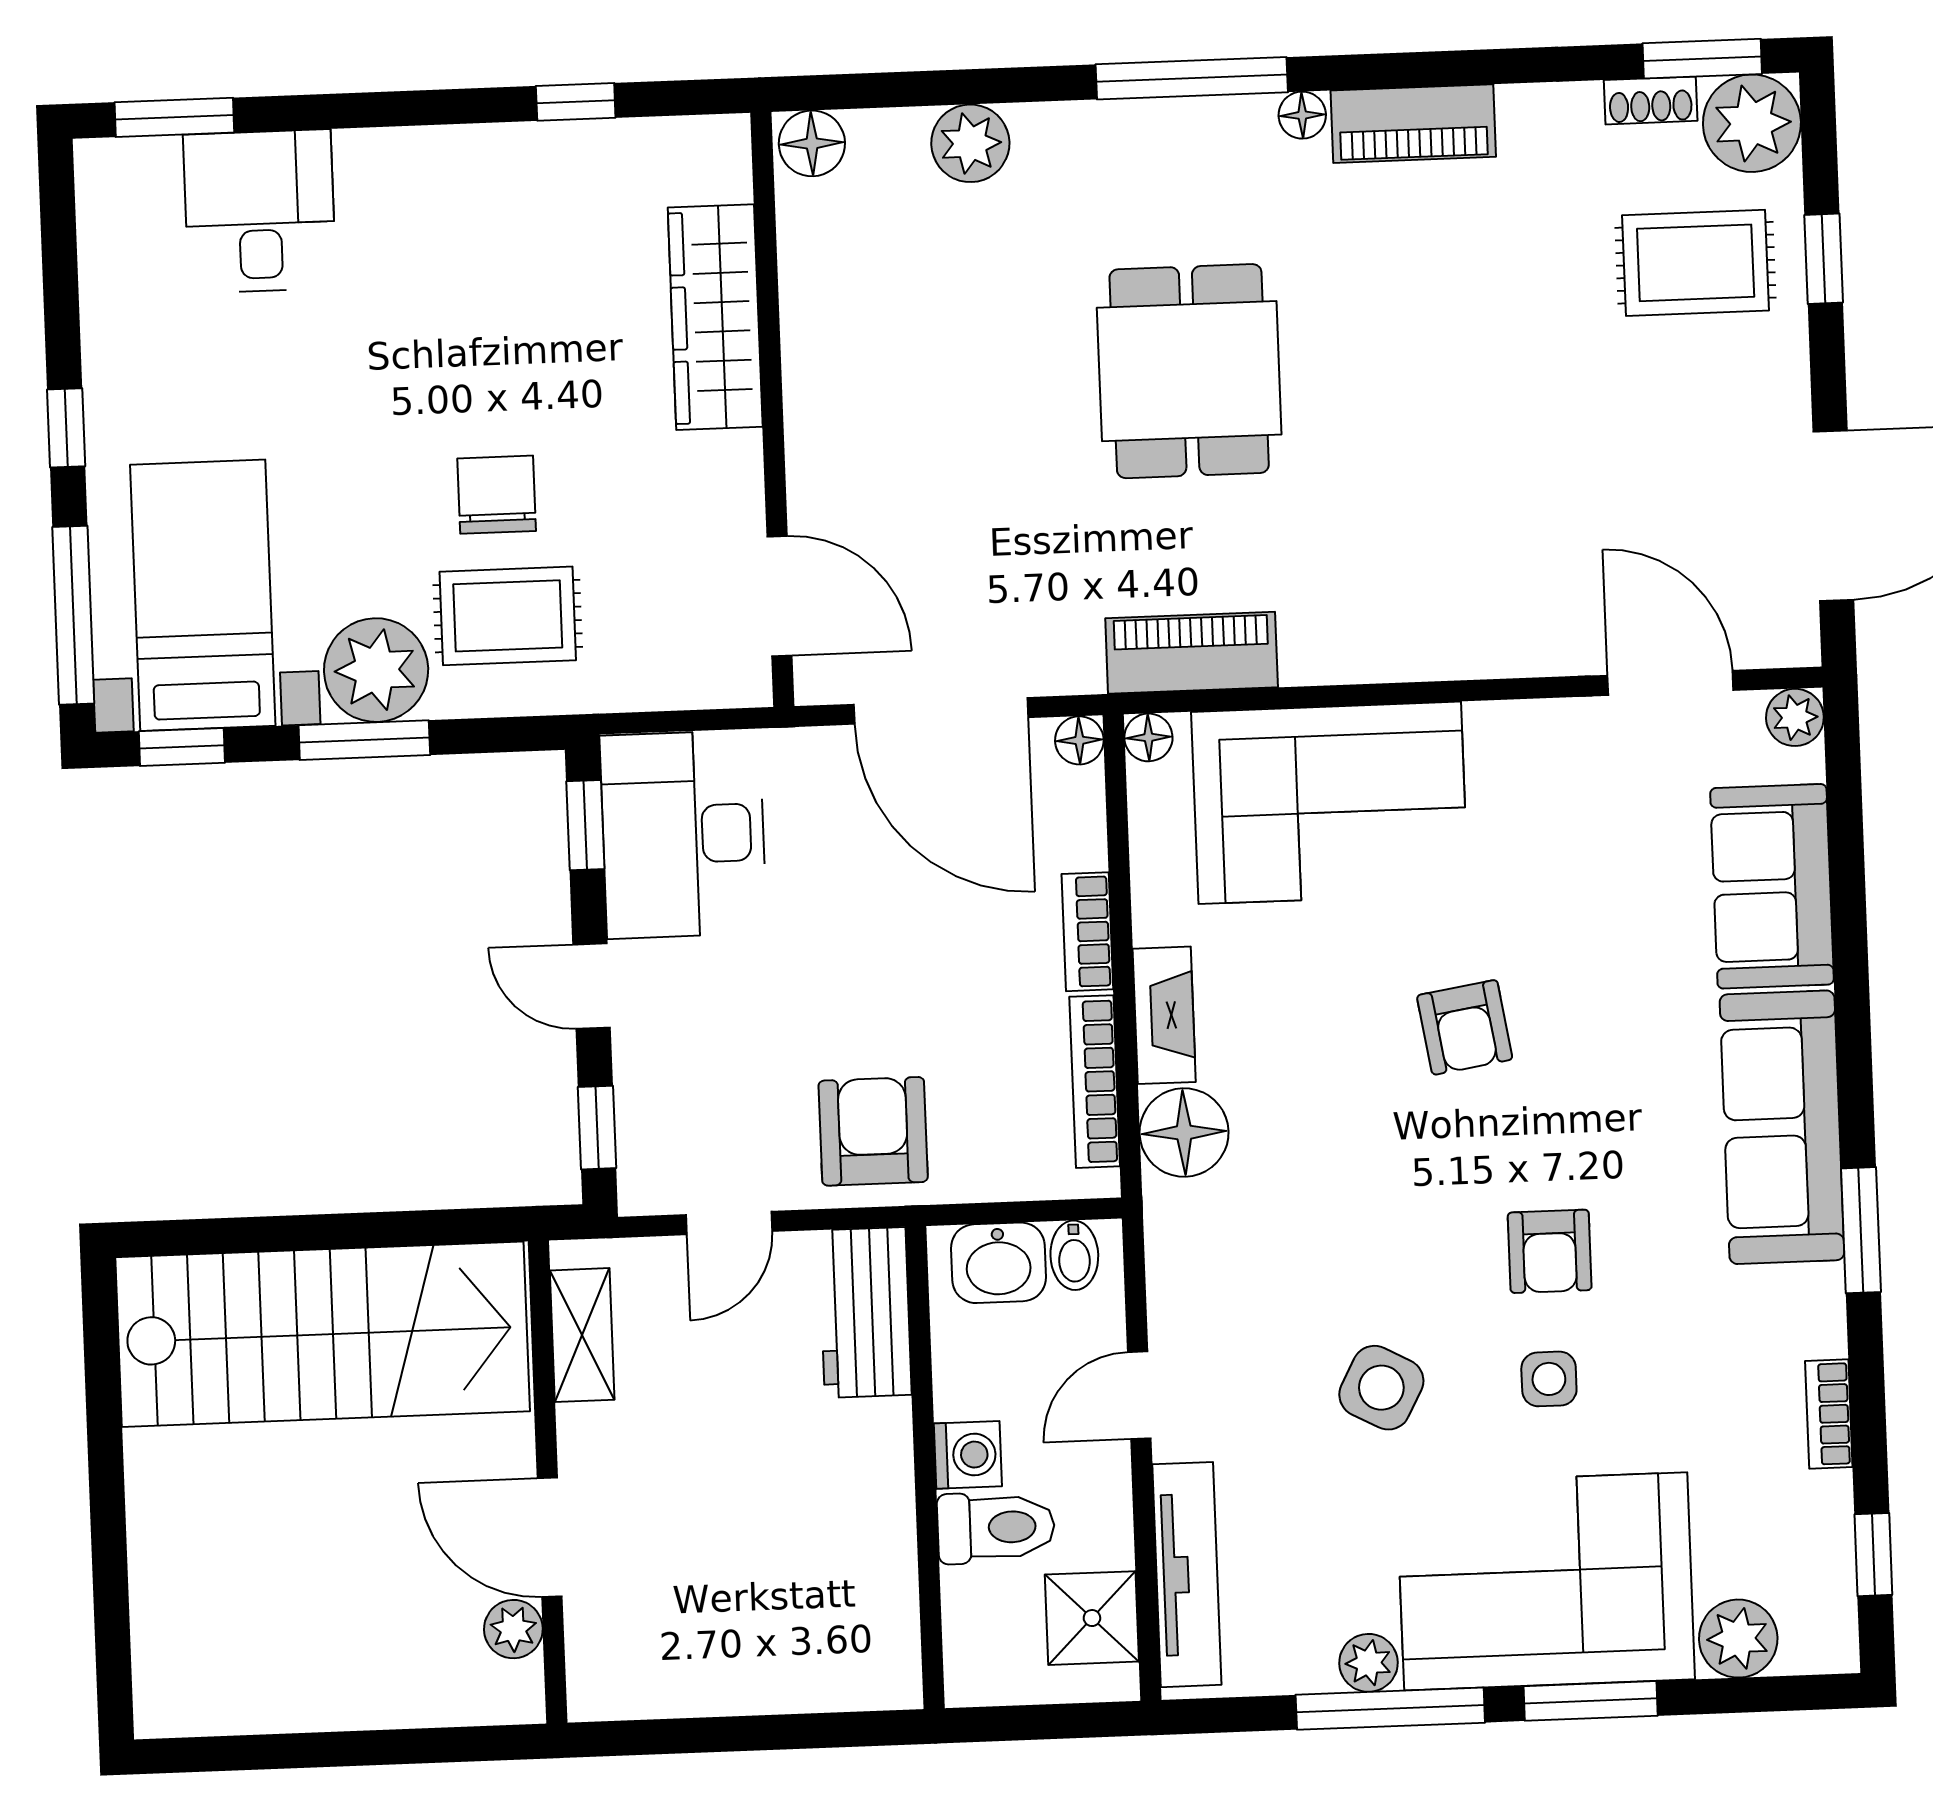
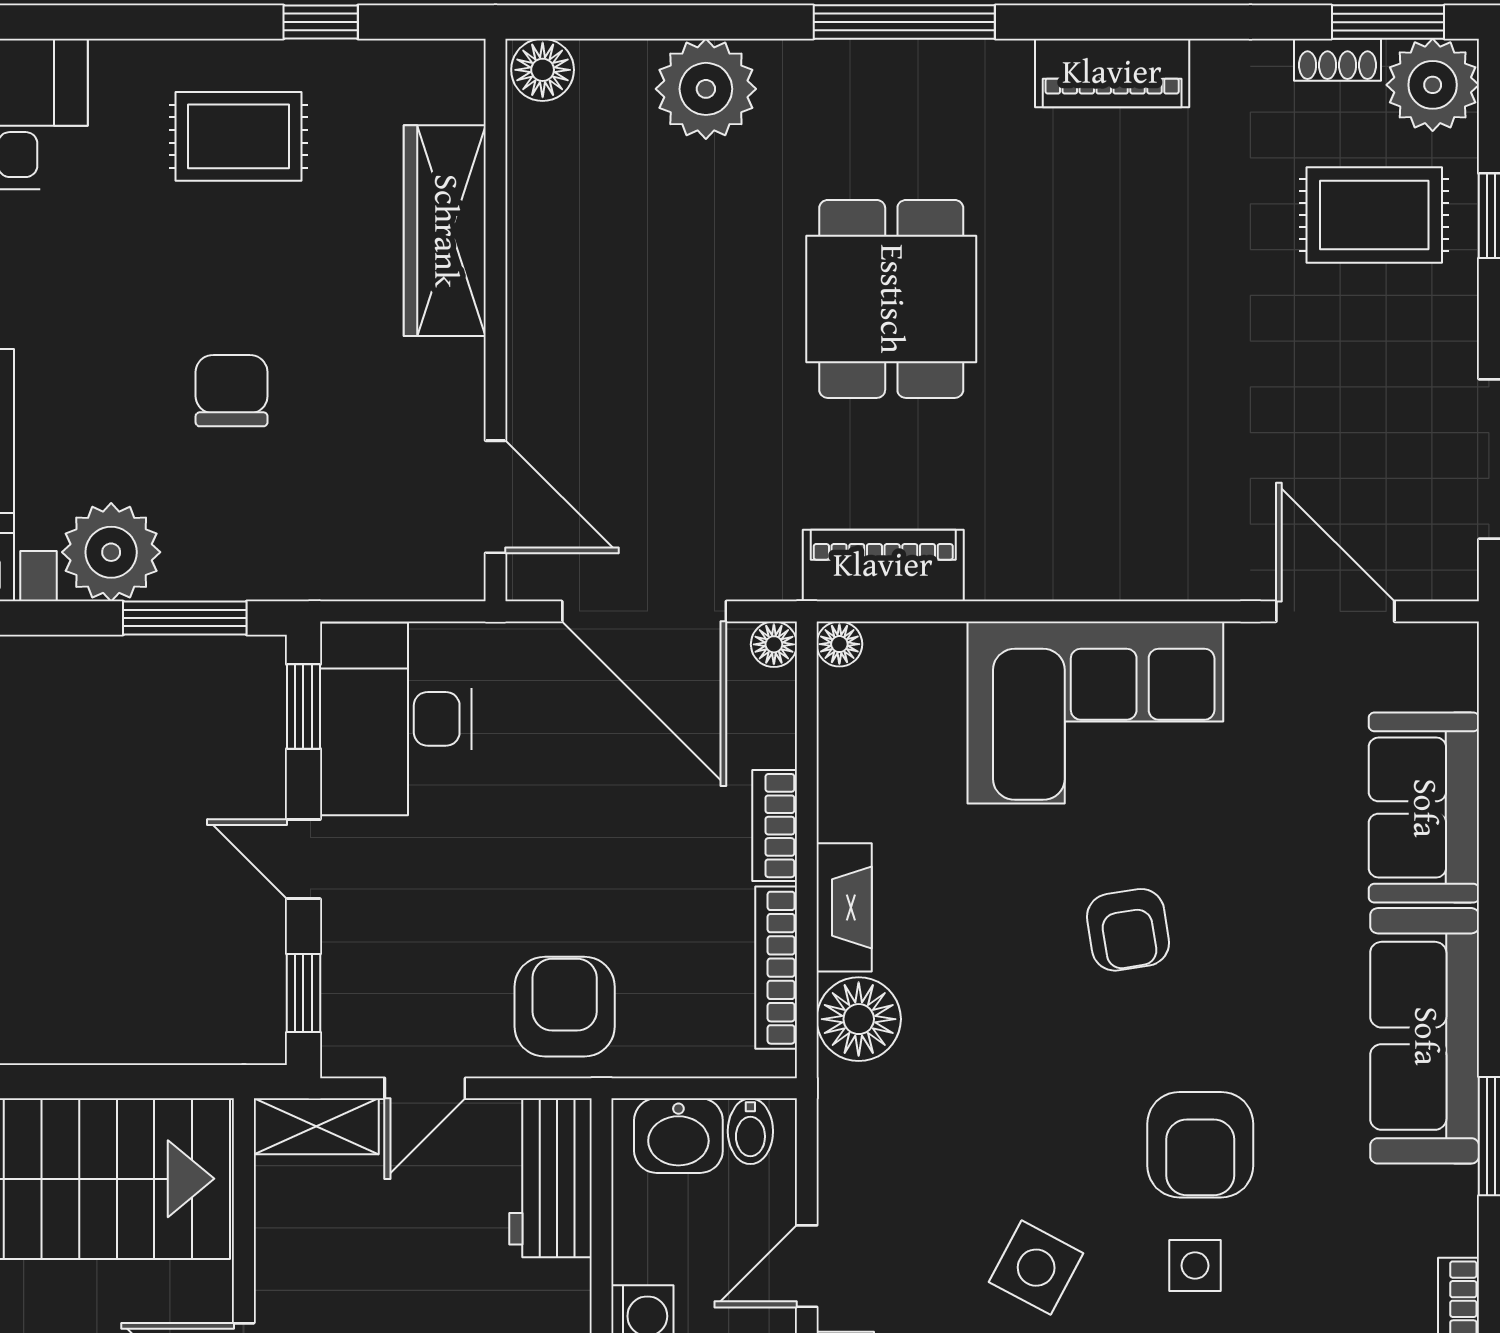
floor lamp: (1302, 115) -> (1008, 61), removed
plant: (970, 143) -> (706, 89), width x1.36, depth x1.36
rug: (508, 616) -> (239, 136), moved
plant: (1795, 717) -> (1452, 649), removed
window: (364, 740) -> (185, 618), moved
corner sofa: (1330, 803) -> (1095, 712), moved
armchair: (1550, 1251) -> (1200, 1145), width x1.38, depth x1.38
shelving: (582, 1335) -> (316, 1126), moved, turned 90

